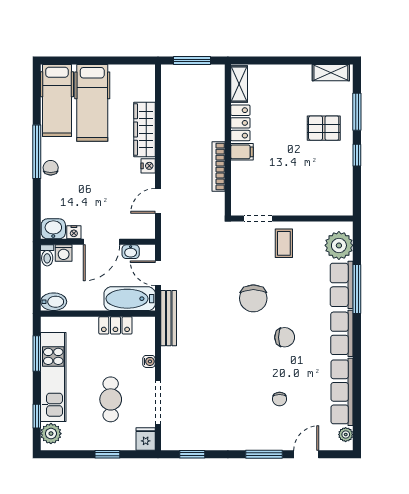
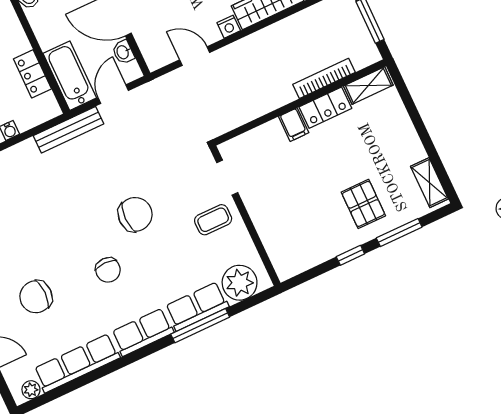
bookcase: (219, 167) -> (324, 78), moved
chair: (253, 298) -> (135, 214), turned 180
chair: (280, 399) -> (36, 297), width x1.87, depth x1.87

